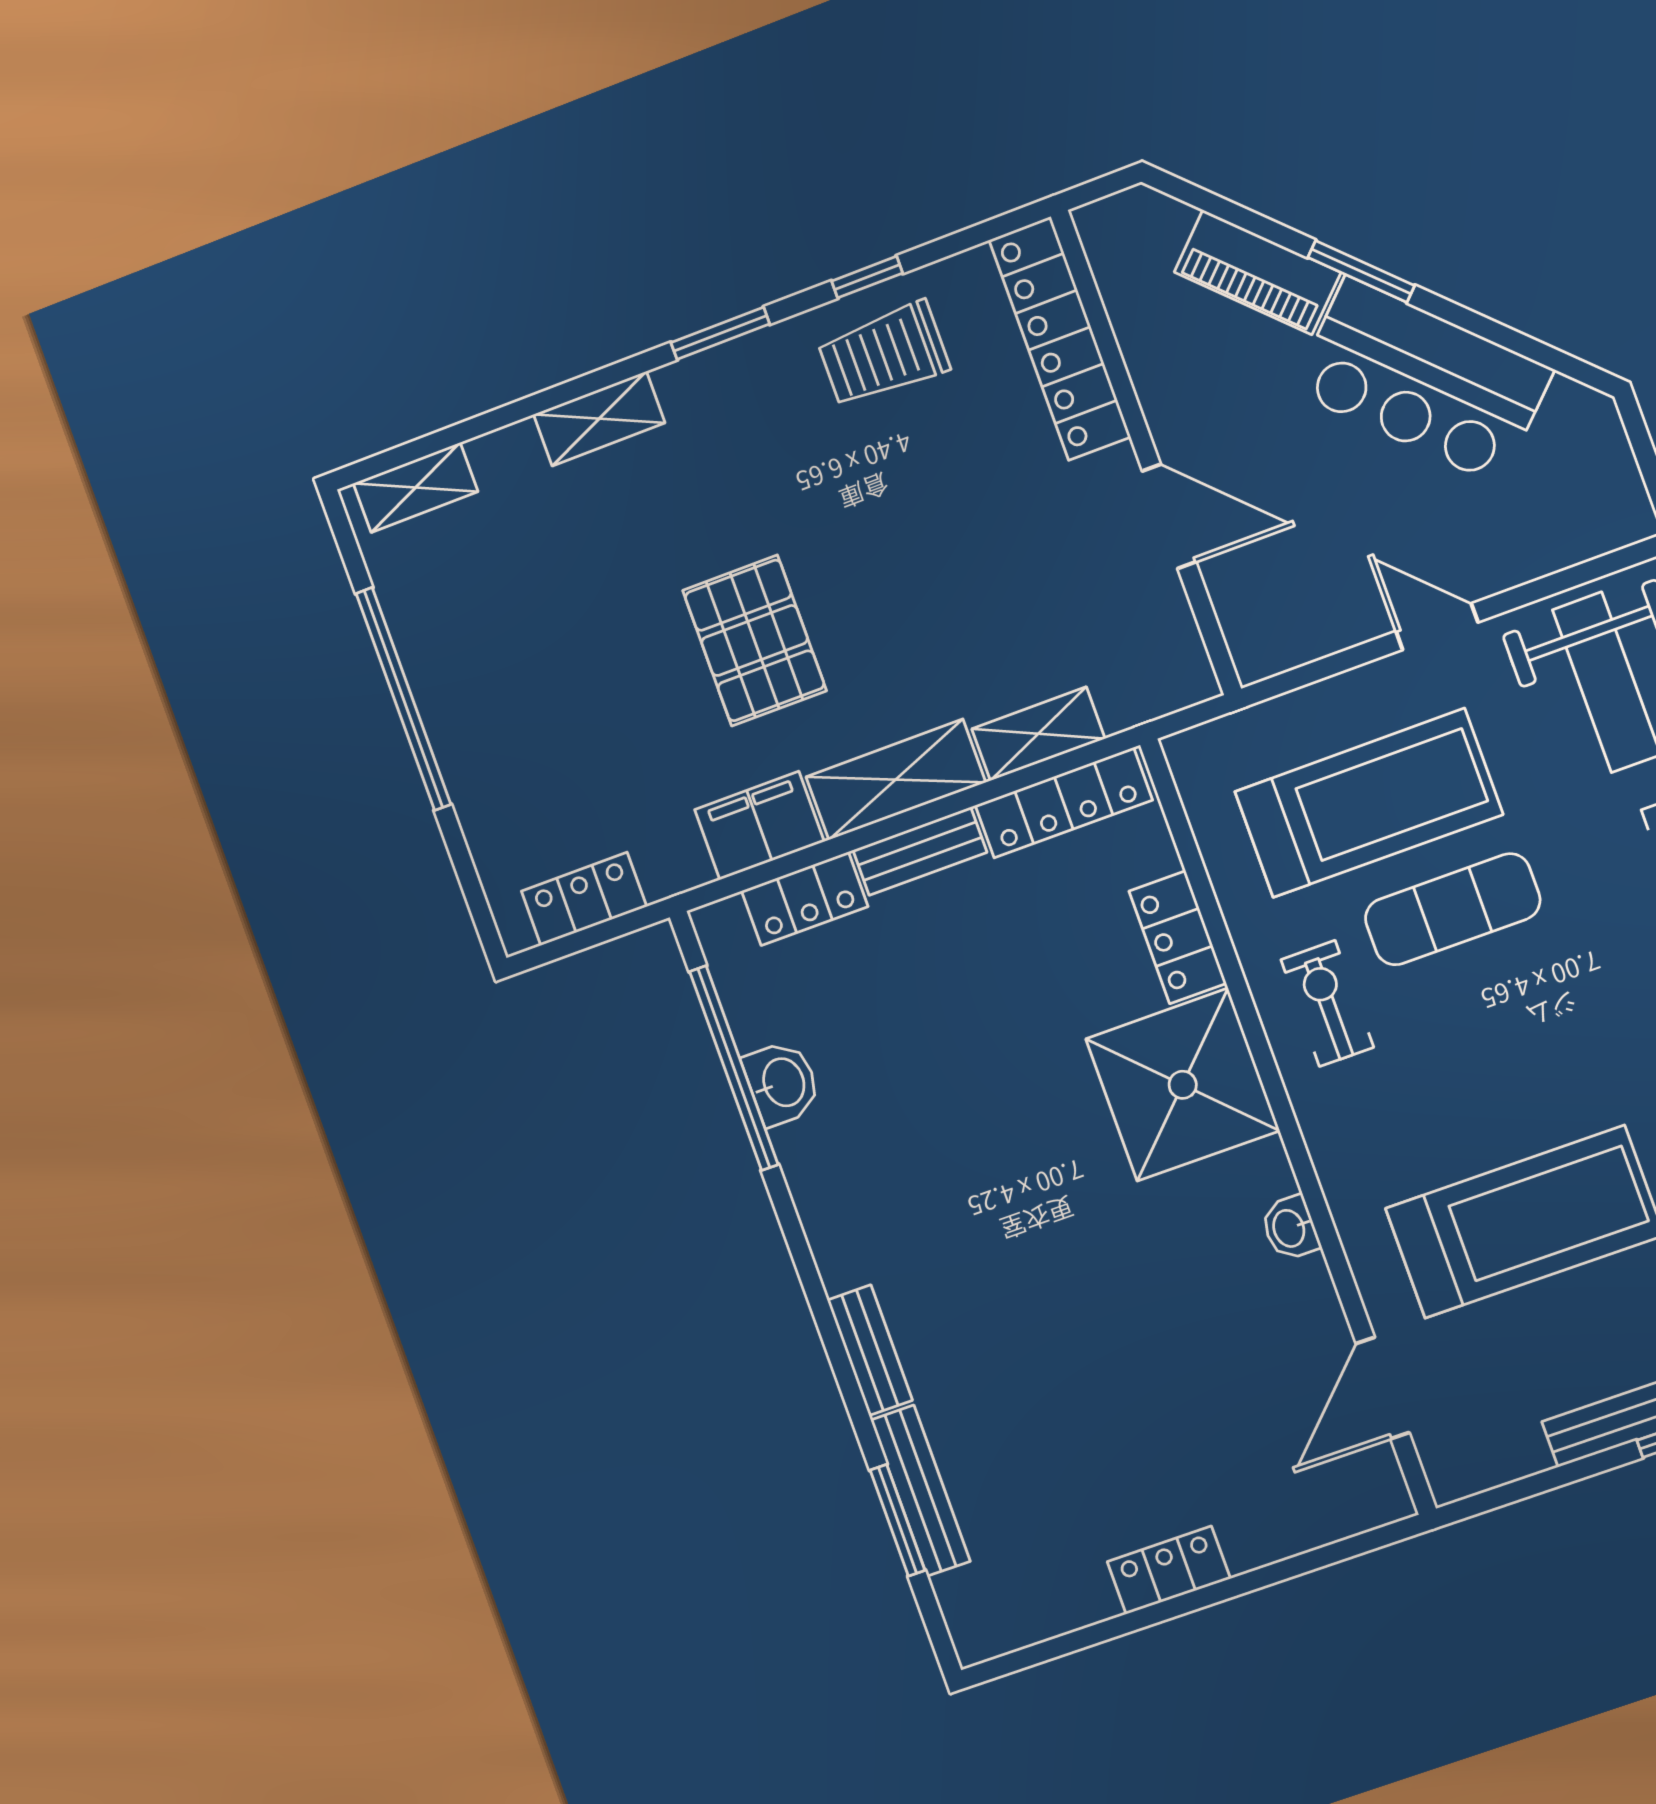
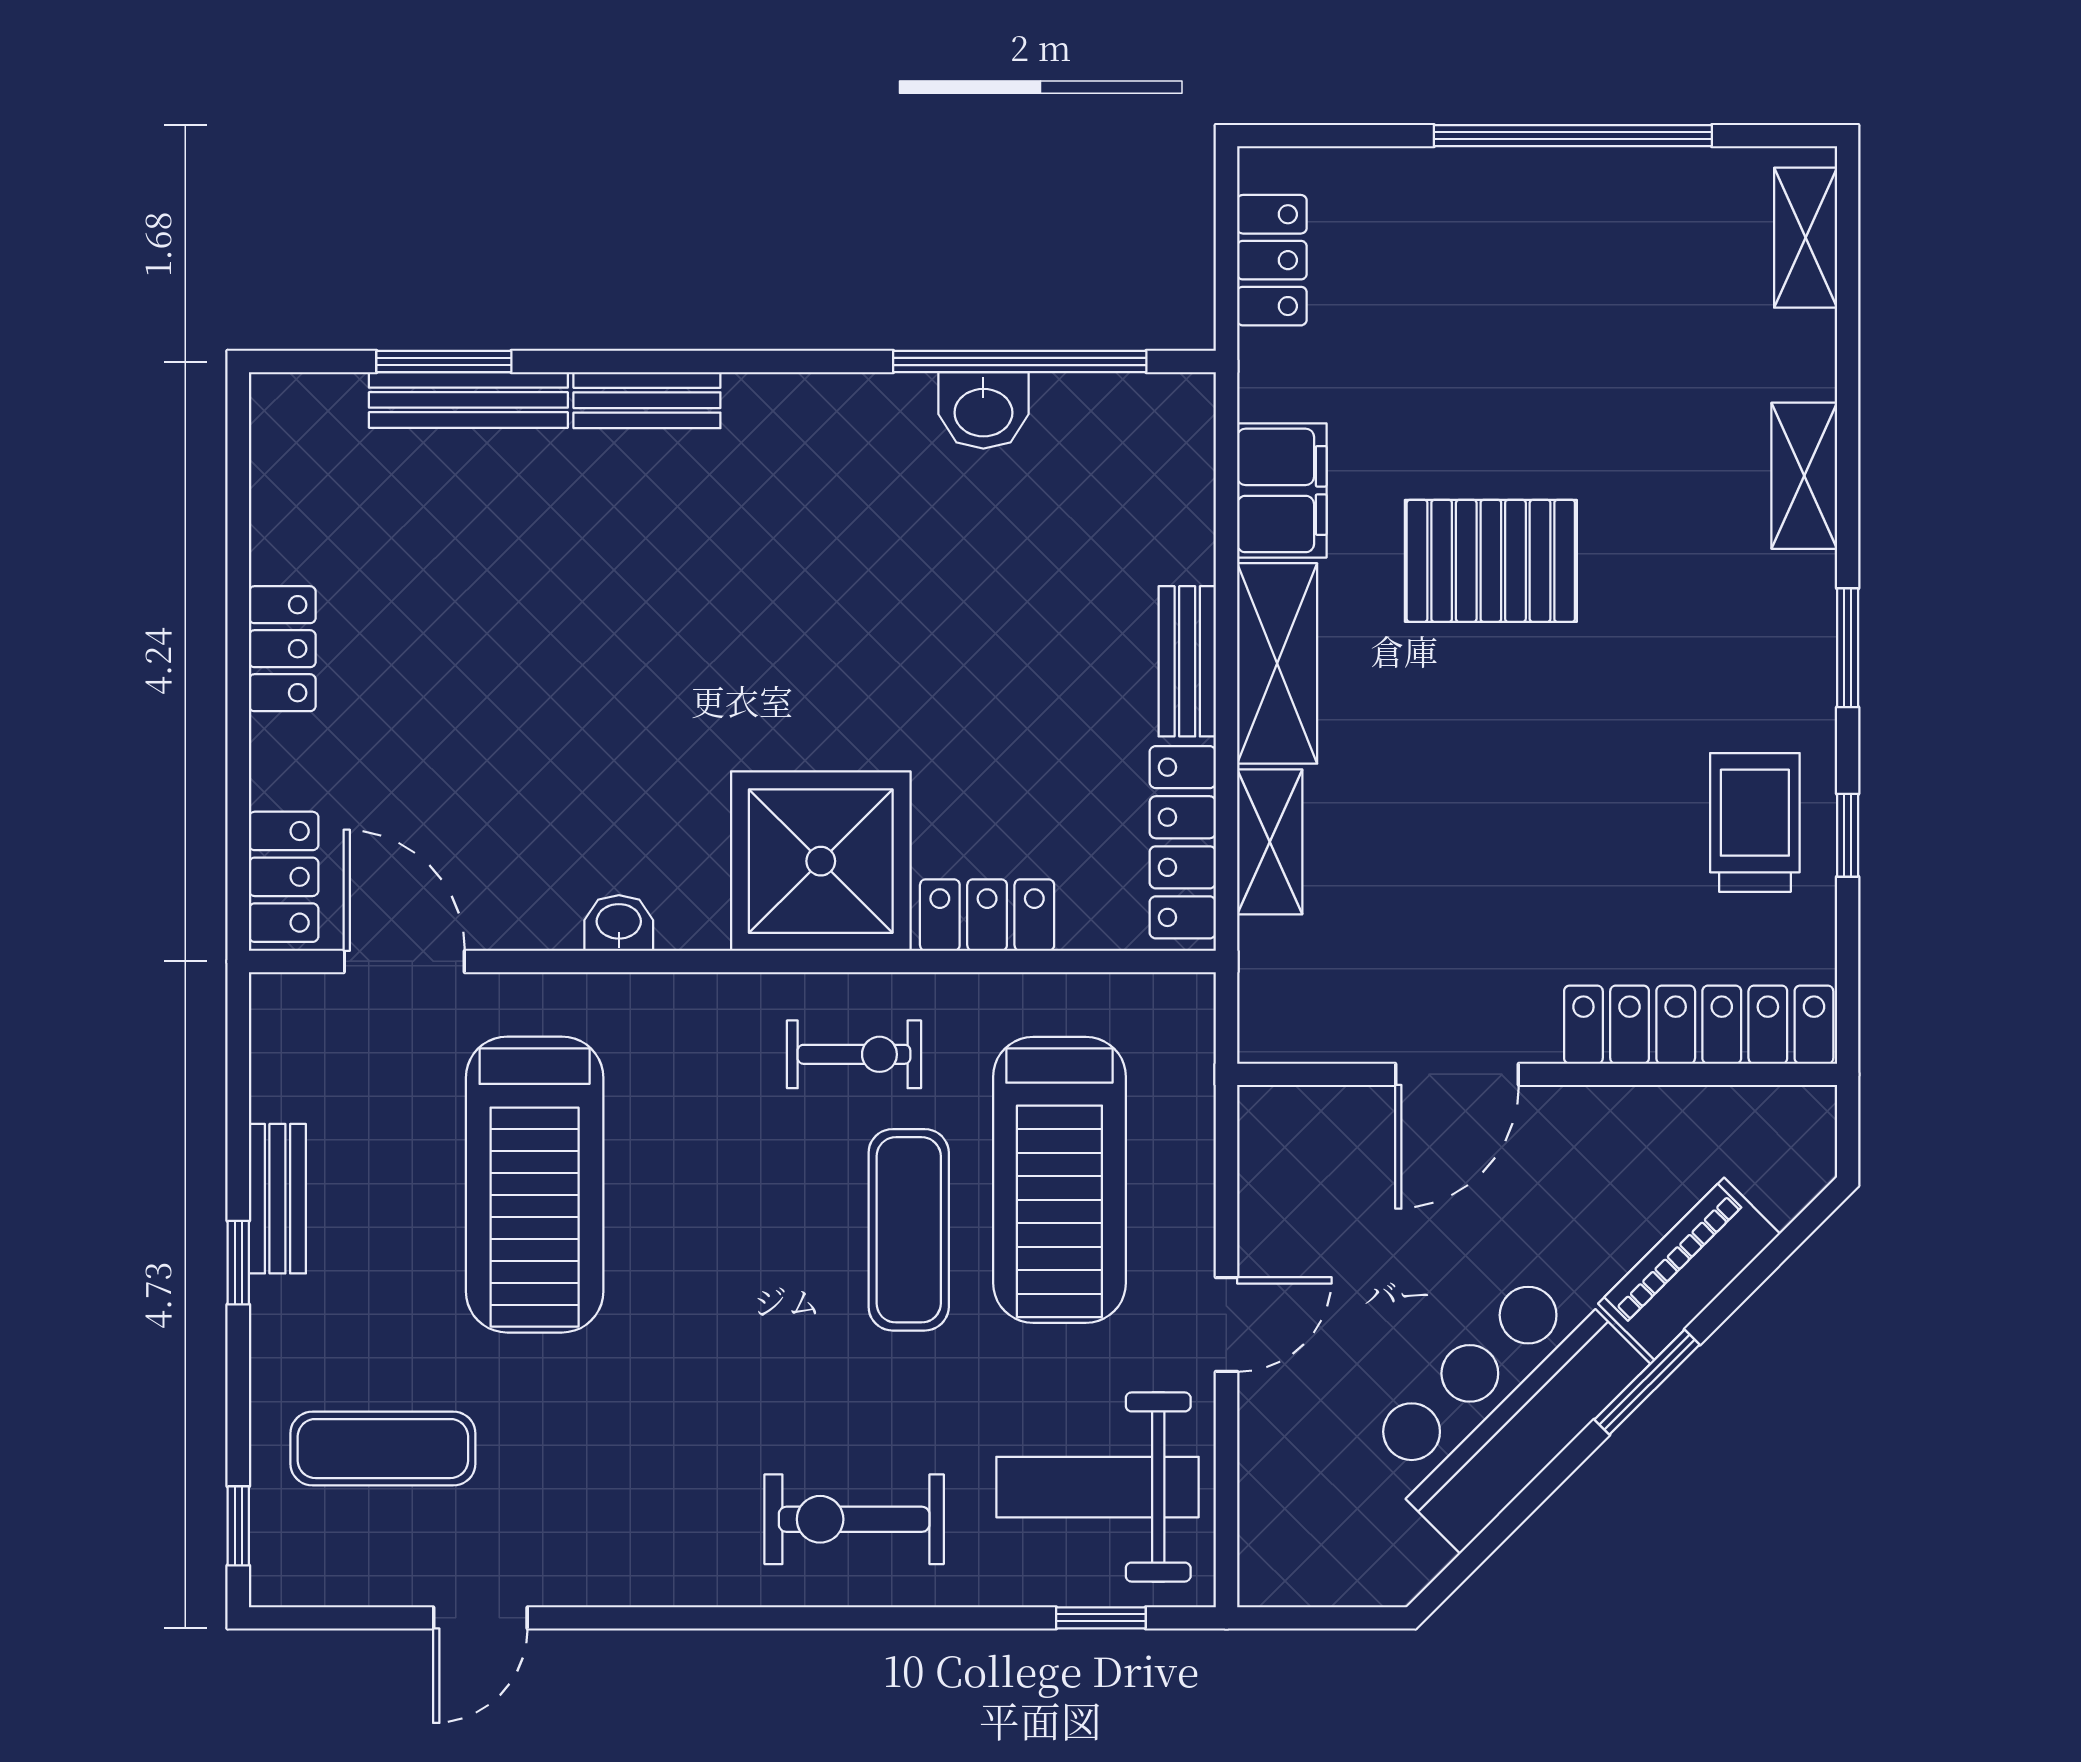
locker: (805, 899) -> (284, 877), moved, turned 180

